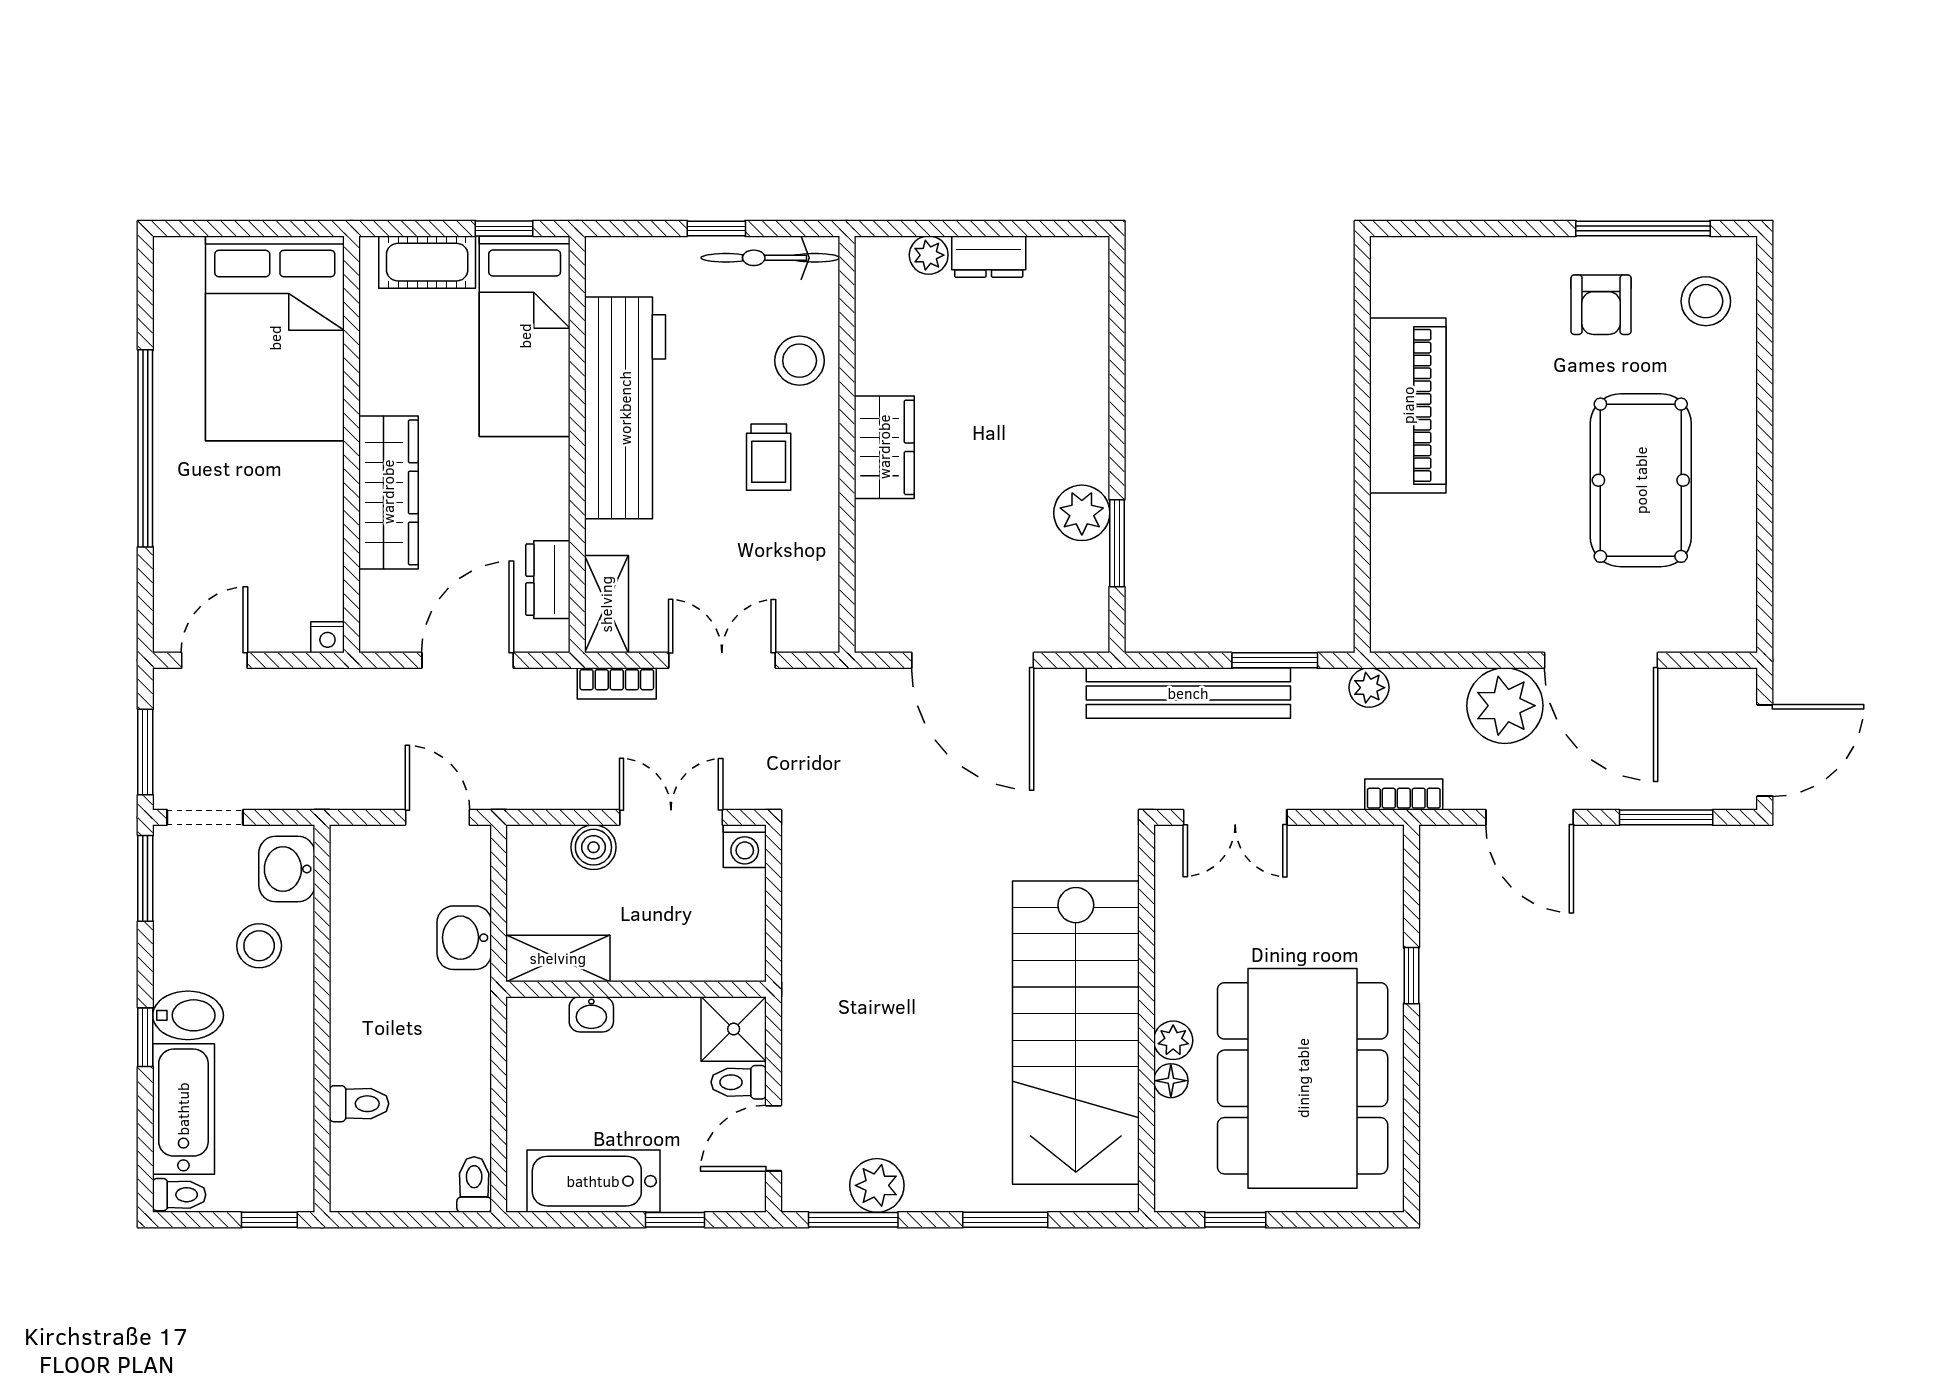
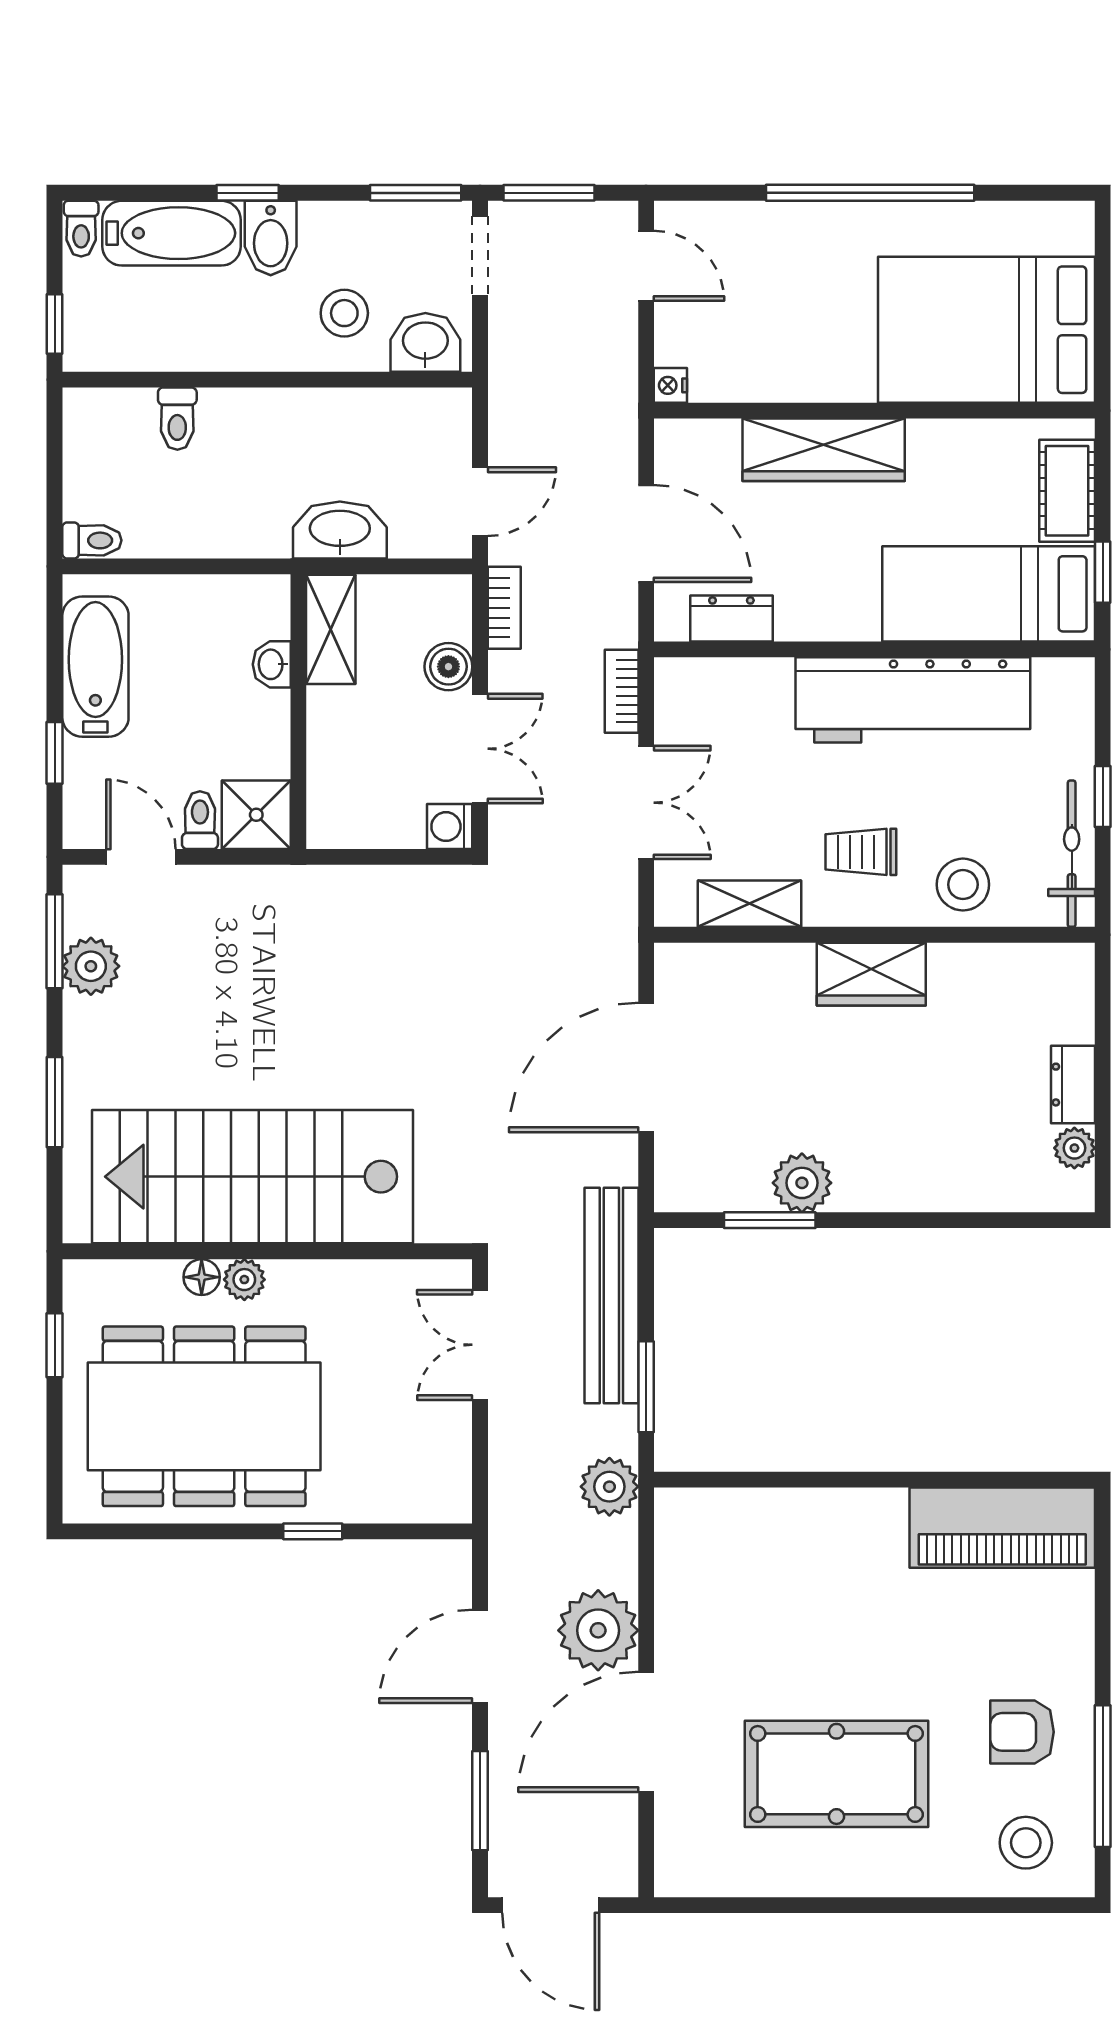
plant: (929, 255) -> (1074, 1148), moved
piano: (1408, 405) -> (1002, 1528), moved
shelving: (606, 604) -> (750, 904), moved
plant: (1369, 688) -> (609, 1487), width x1.38, depth x1.38
bookcase: (1404, 794) -> (504, 608), moved
washbasin: (464, 938) -> (340, 530), width x1.38

